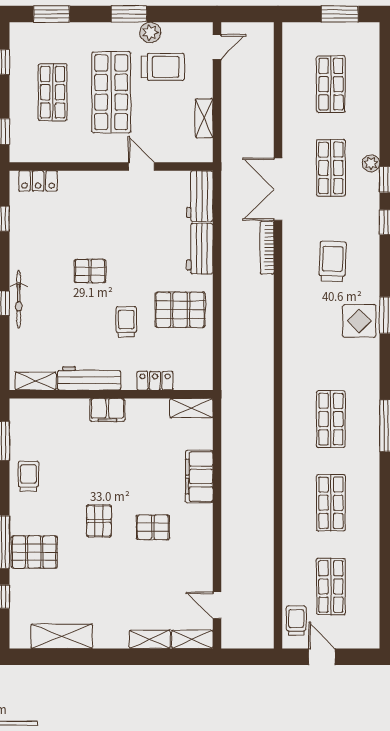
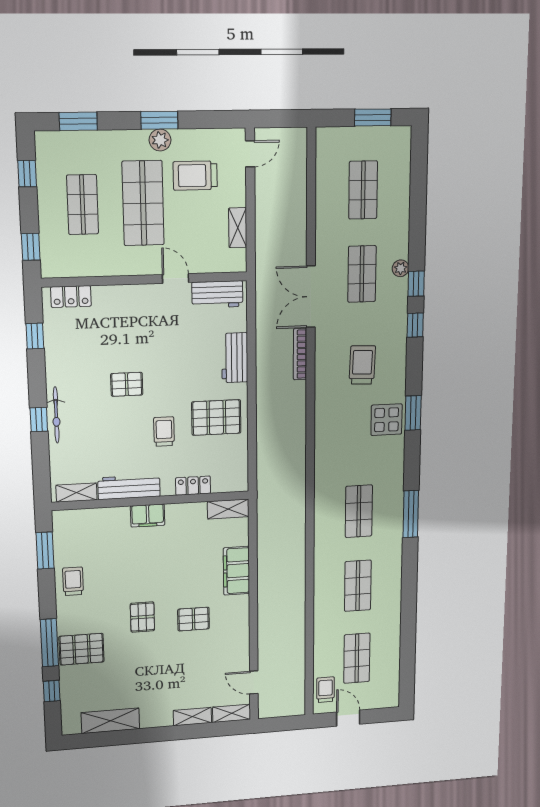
plant: (150, 32) -> (160, 140), moved
trolley: (163, 67) -> (195, 176), turned 180
workbench: (200, 196) -> (217, 294), moved, turned -90

